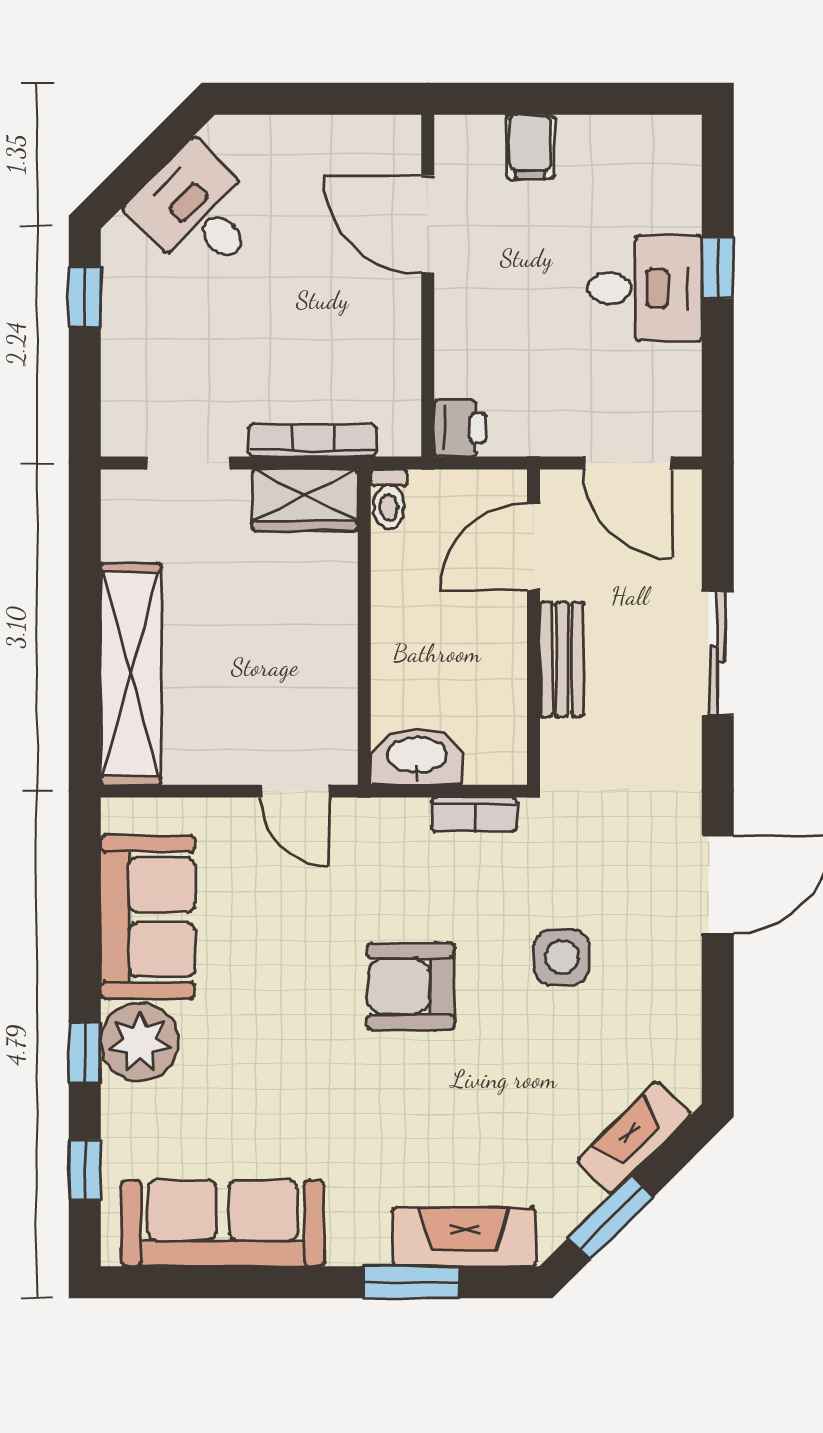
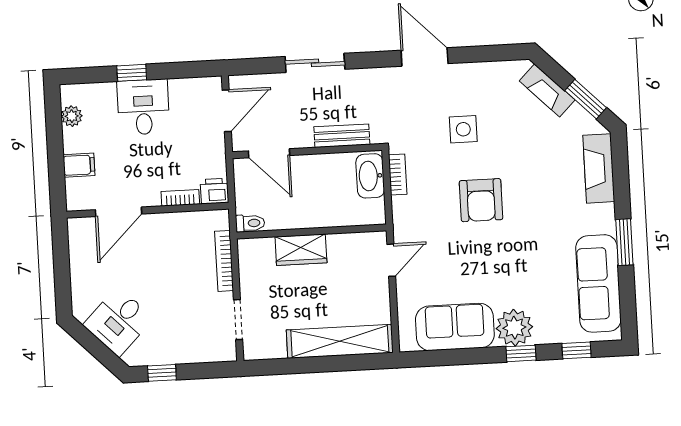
plant: (634, 137) -> (72, 116), added
bookcase: (450, 356) -> (180, 198), added
wardrobe: (305, 500) -> (301, 250), moved, turned 90
bench: (562, 659) -> (342, 136), moved
washbasin: (417, 757) -> (370, 176), moved
window: (412, 1282) -> (624, 242), moved

